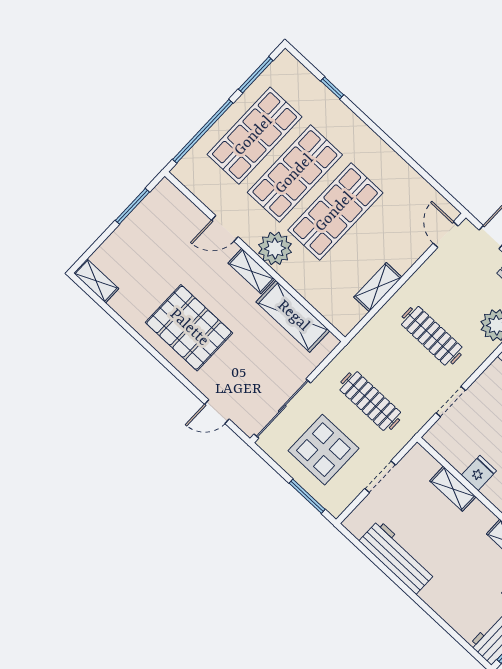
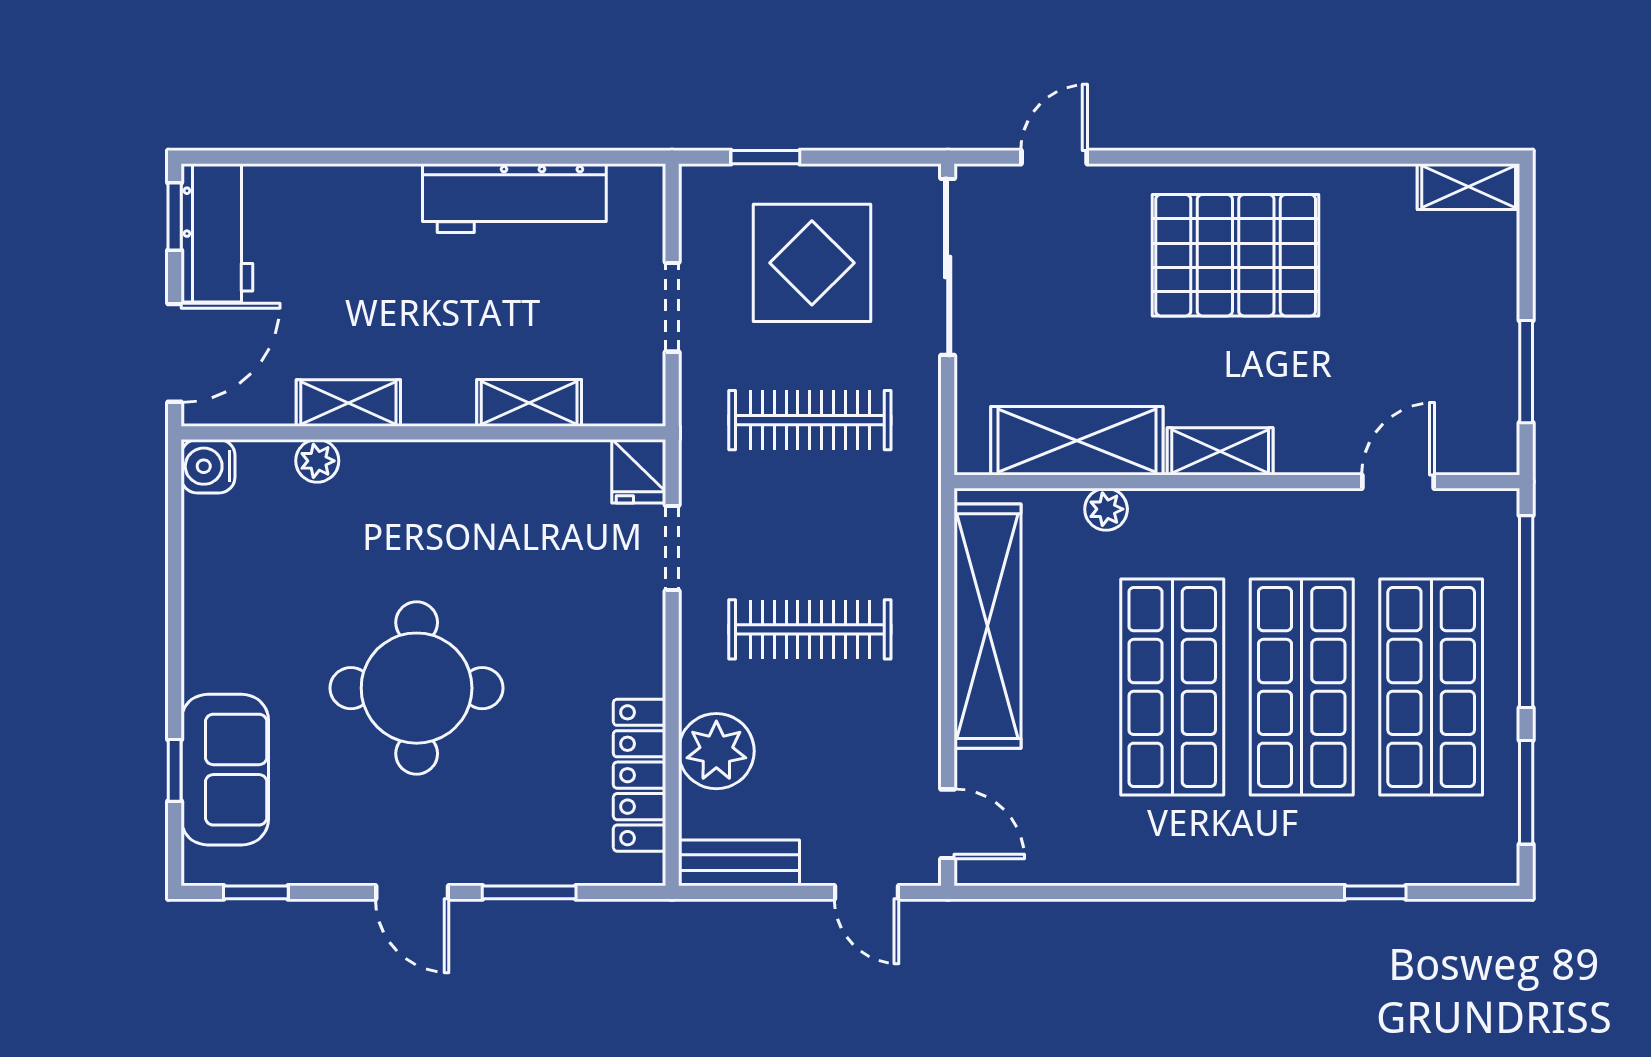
door: (225, 228) -> (1398, 482), moved
plant: (275, 248) -> (1106, 509), moved, width x0.53, depth x0.53
shelving: (378, 287) -> (988, 626), width x2.20, depth x1.33
fridge: (479, 473) -> (639, 471), moved
window: (307, 496) -> (765, 157), width x0.67

